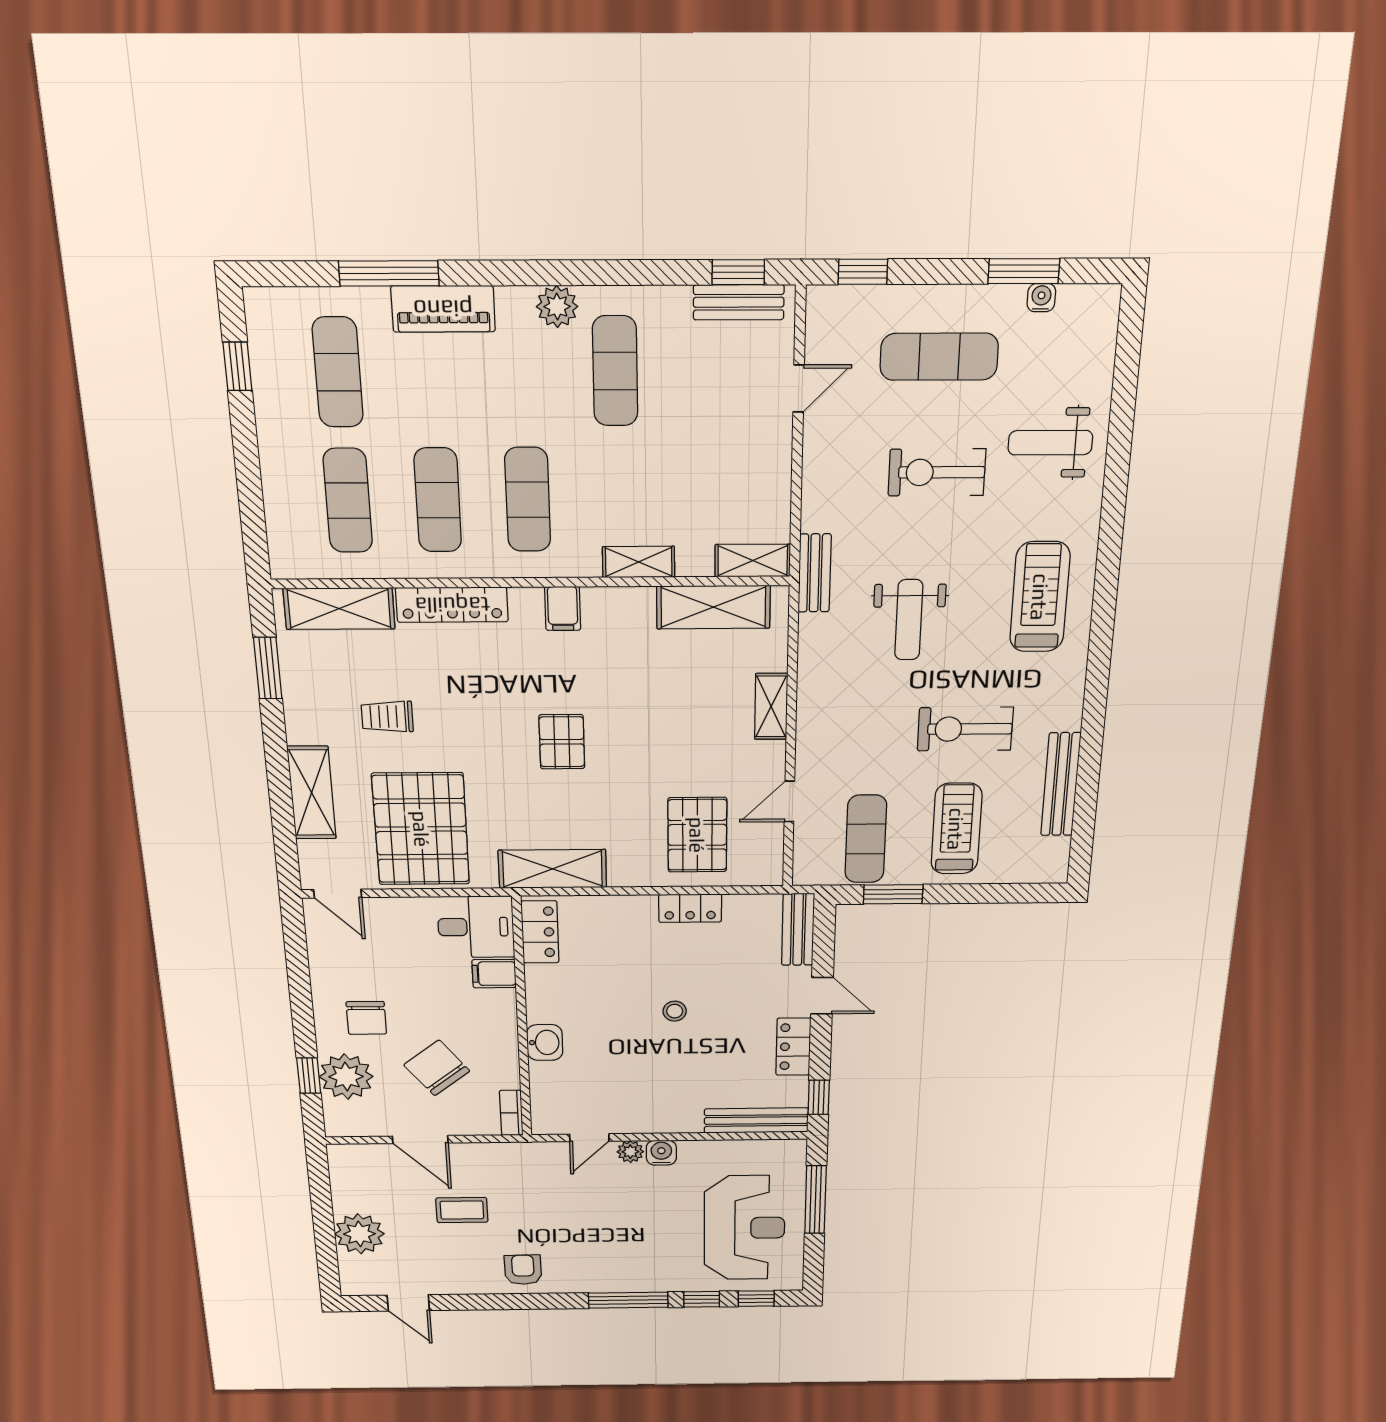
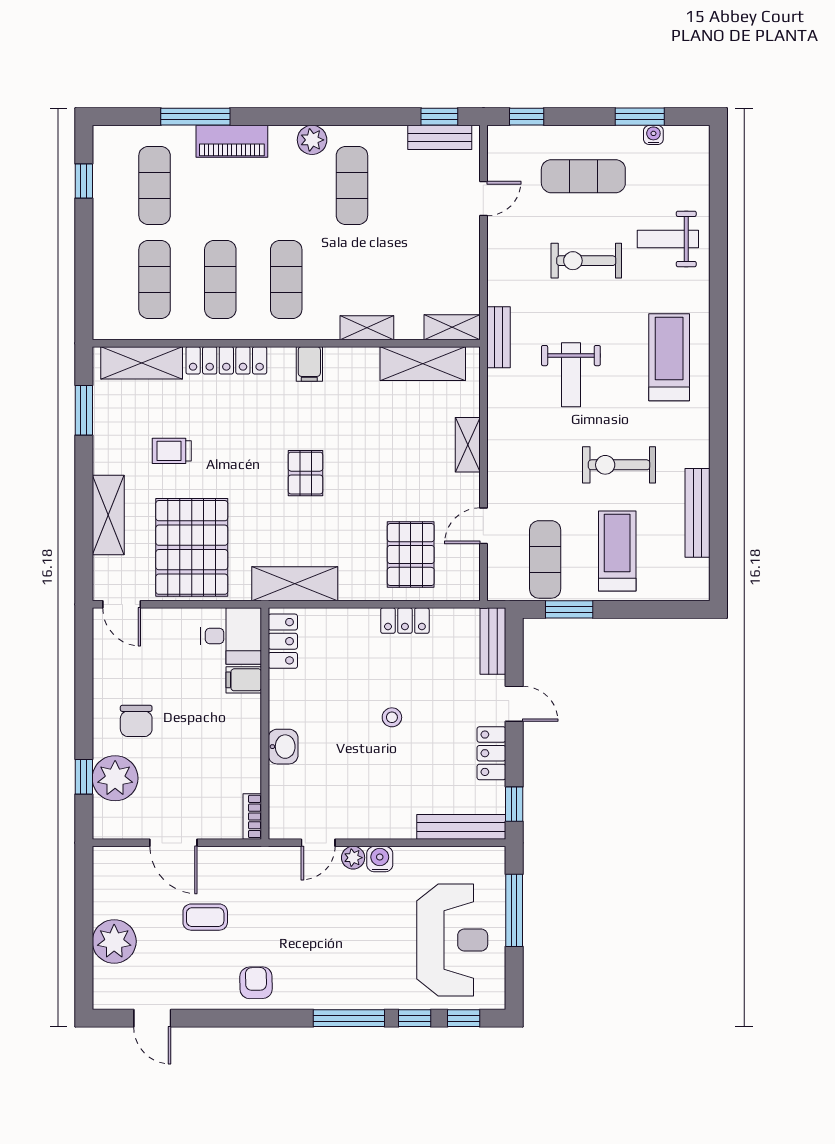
chair: (437, 1068) -> (192, 771), removed

